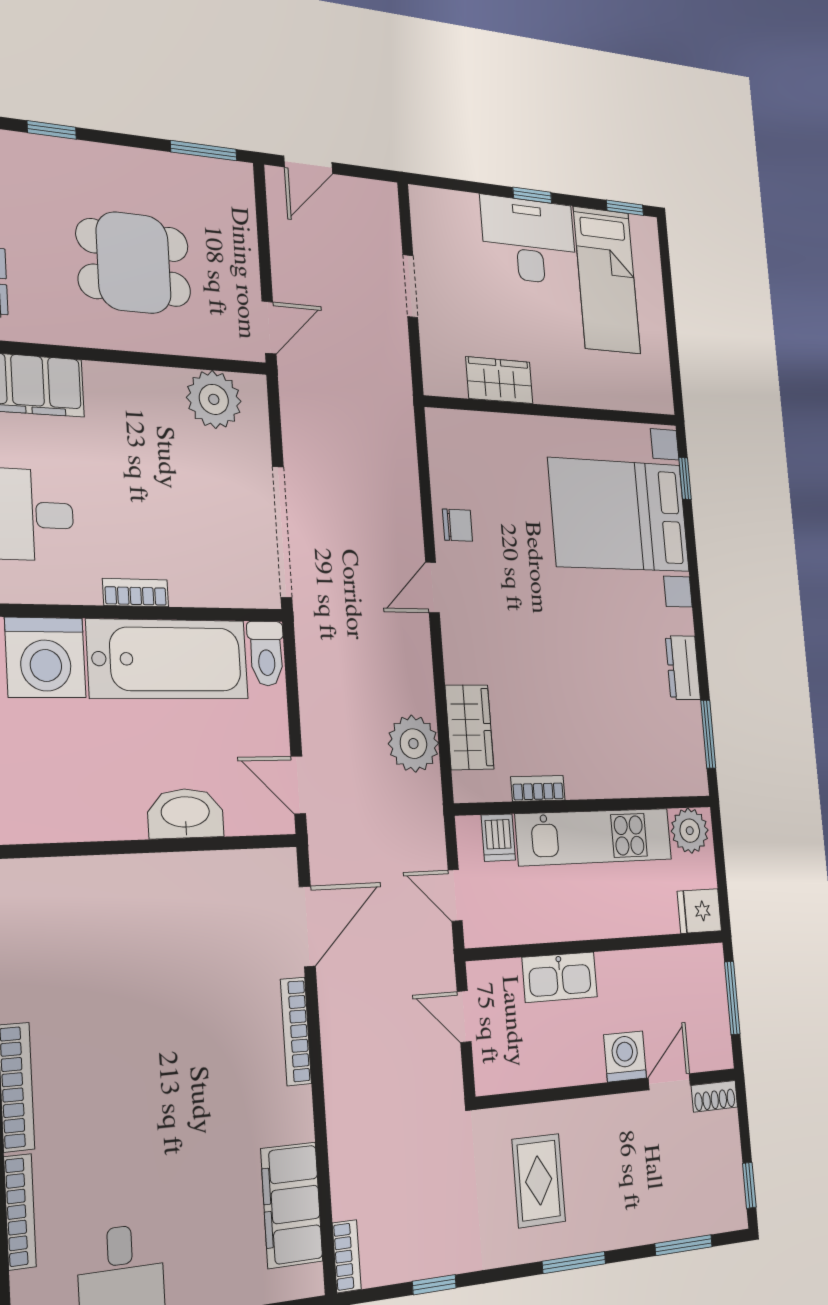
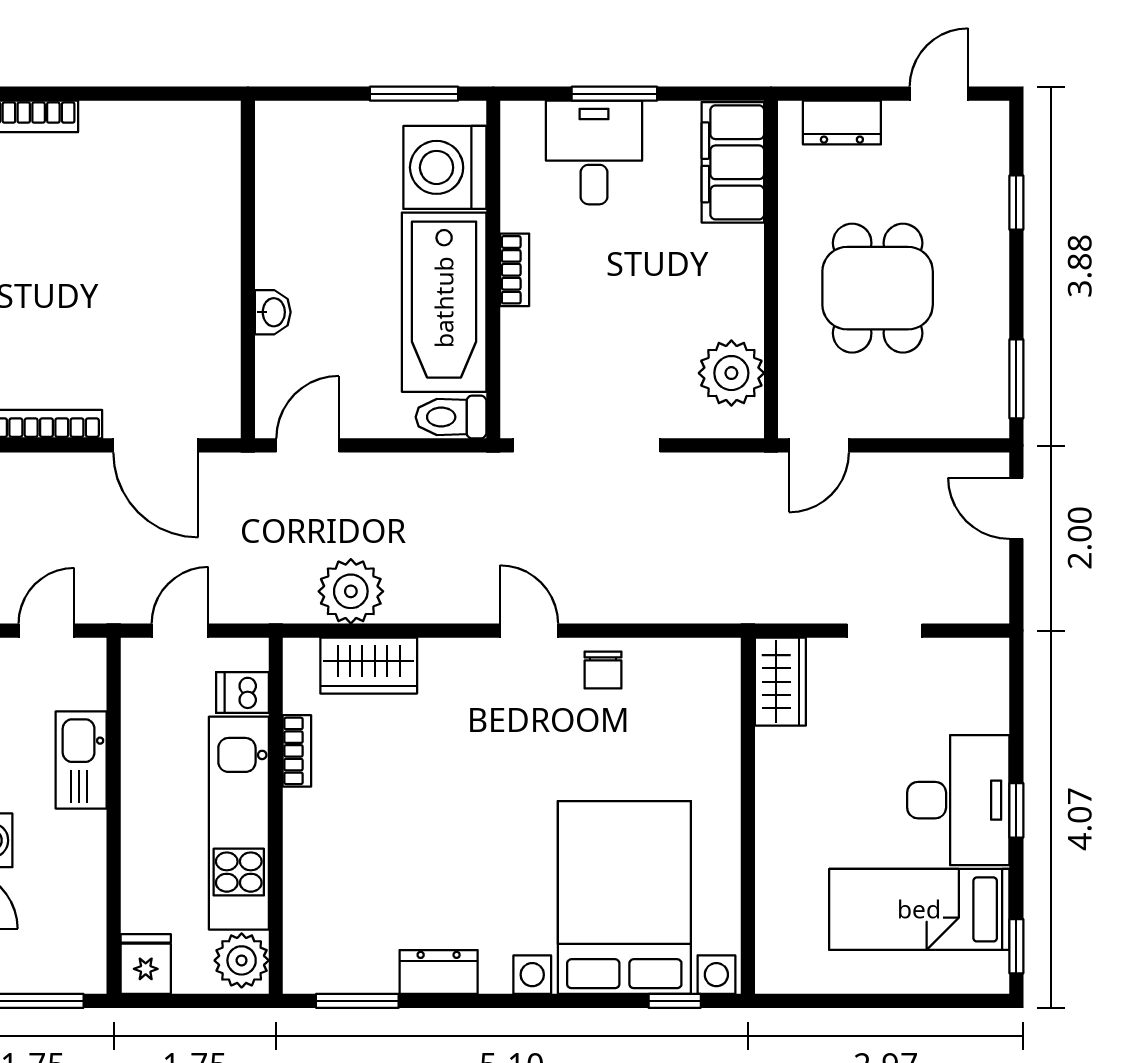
door: (269, 327) -> (819, 445), hinge flipped
wardrobe: (499, 380) -> (780, 682), moved
washbasin: (185, 813) -> (273, 312), width x0.52, depth x0.69

